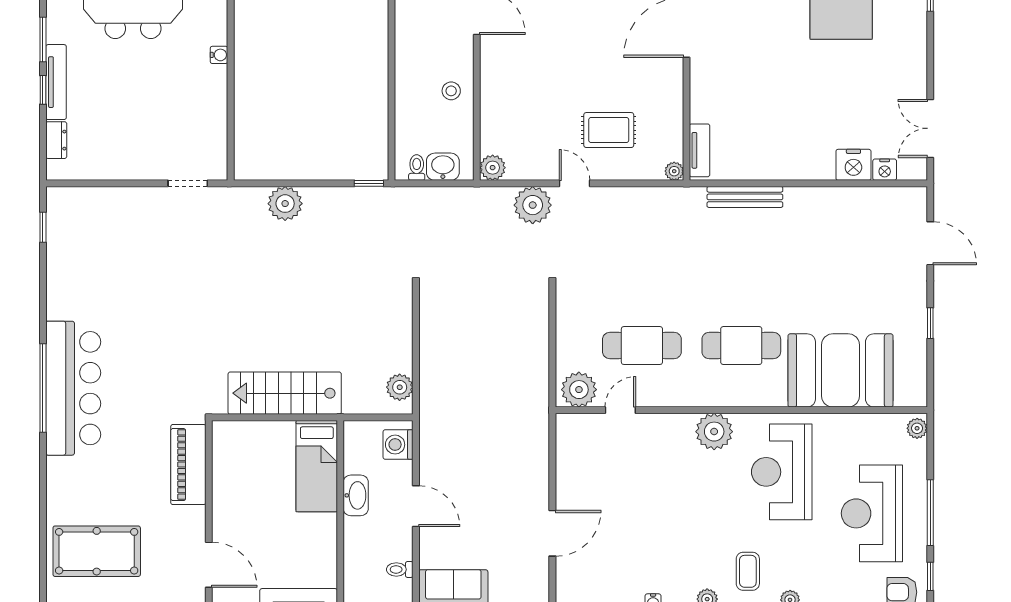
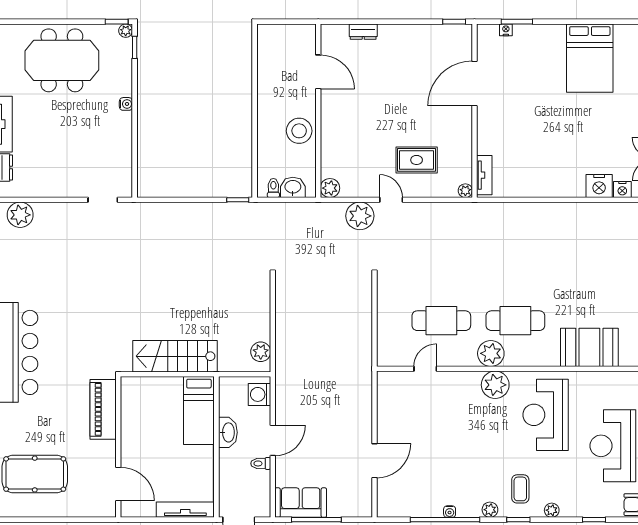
stool: (451, 91) -> (299, 131), width x1.89, depth x1.89
bench: (745, 197) -> (518, 210), removed
plant: (285, 204) -> (20, 215), moved
booth: (840, 370) -> (589, 347), width x0.73, depth x0.70
plant: (579, 390) -> (491, 353), moved
door: (416, 506) -> (273, 440), hinge flipped
toilet: (400, 569) -> (261, 463), moved

